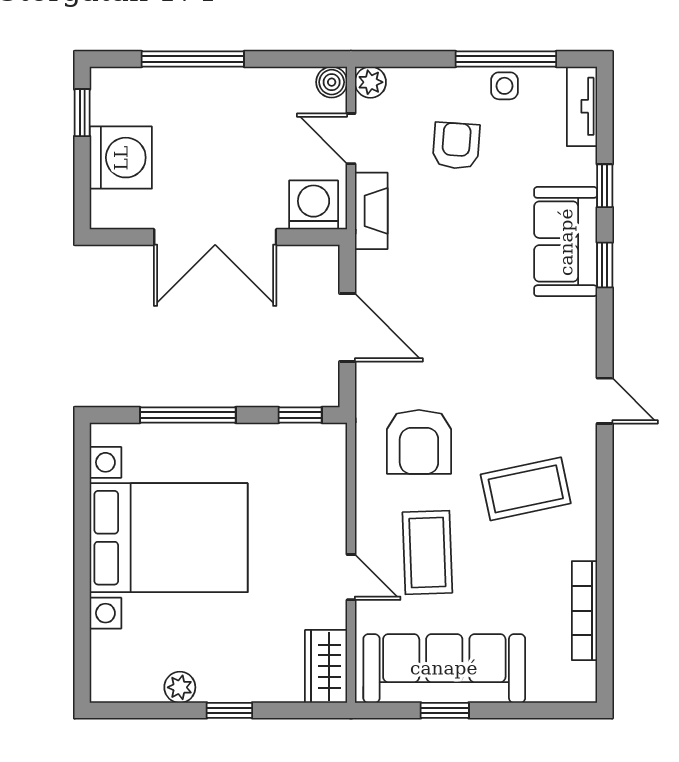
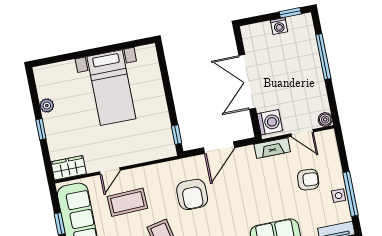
plant: (370, 82) -> (329, 137), removed
door: (351, 139) -> (302, 133), swing flipped
washing machine: (121, 158) -> (279, 26), width x0.53, depth x0.53
window: (188, 415) -> (167, 85), removed
armchair: (419, 442) -> (192, 194), moved, turned -90
bed with nightstands: (169, 538) -> (111, 88), width x0.73

